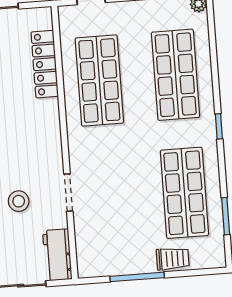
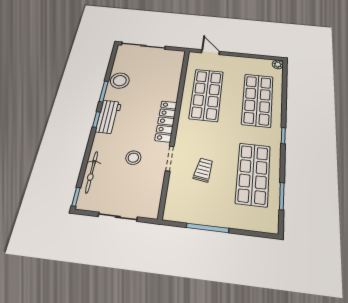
locker: (45, 64) -> (166, 121), moved
workbench: (57, 255) -> (151, 200), removed
trolley: (173, 259) -> (203, 170), moved, turned -81

